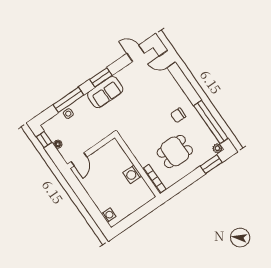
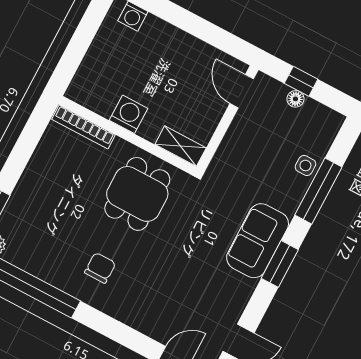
window: (44, 140) -> (301, 81), moved
shelving: (117, 149) -> (181, 146), added
dining table: (175, 151) -> (137, 194), moved

